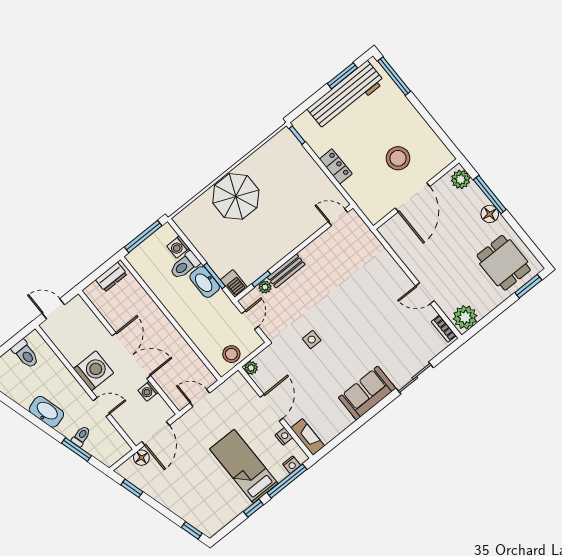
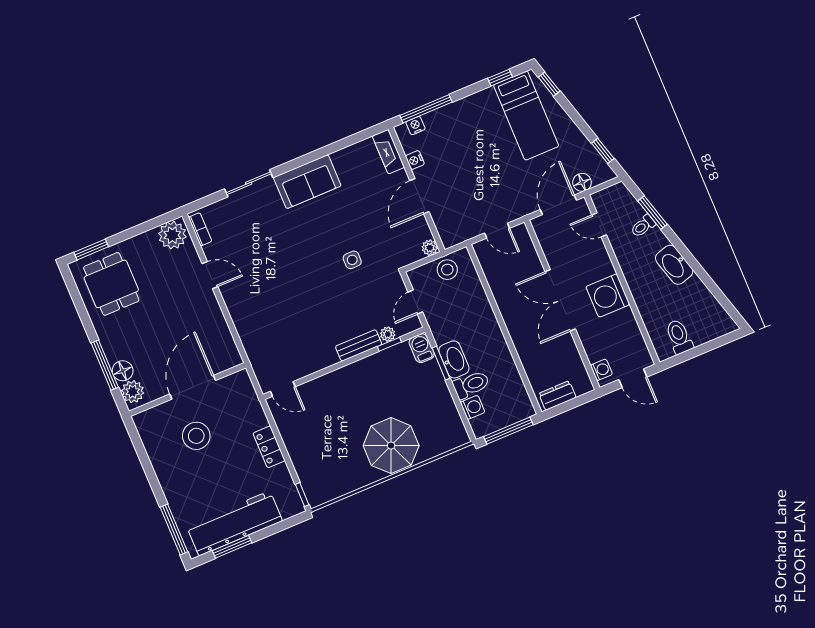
floor lamp: (490, 214) -> (123, 371), moved
washing machine: (148, 391) -> (601, 370), moved
door: (102, 407) -> (599, 225), moved
bed: (244, 466) -> (526, 116), moved
window: (253, 508) -> (500, 78), moved

